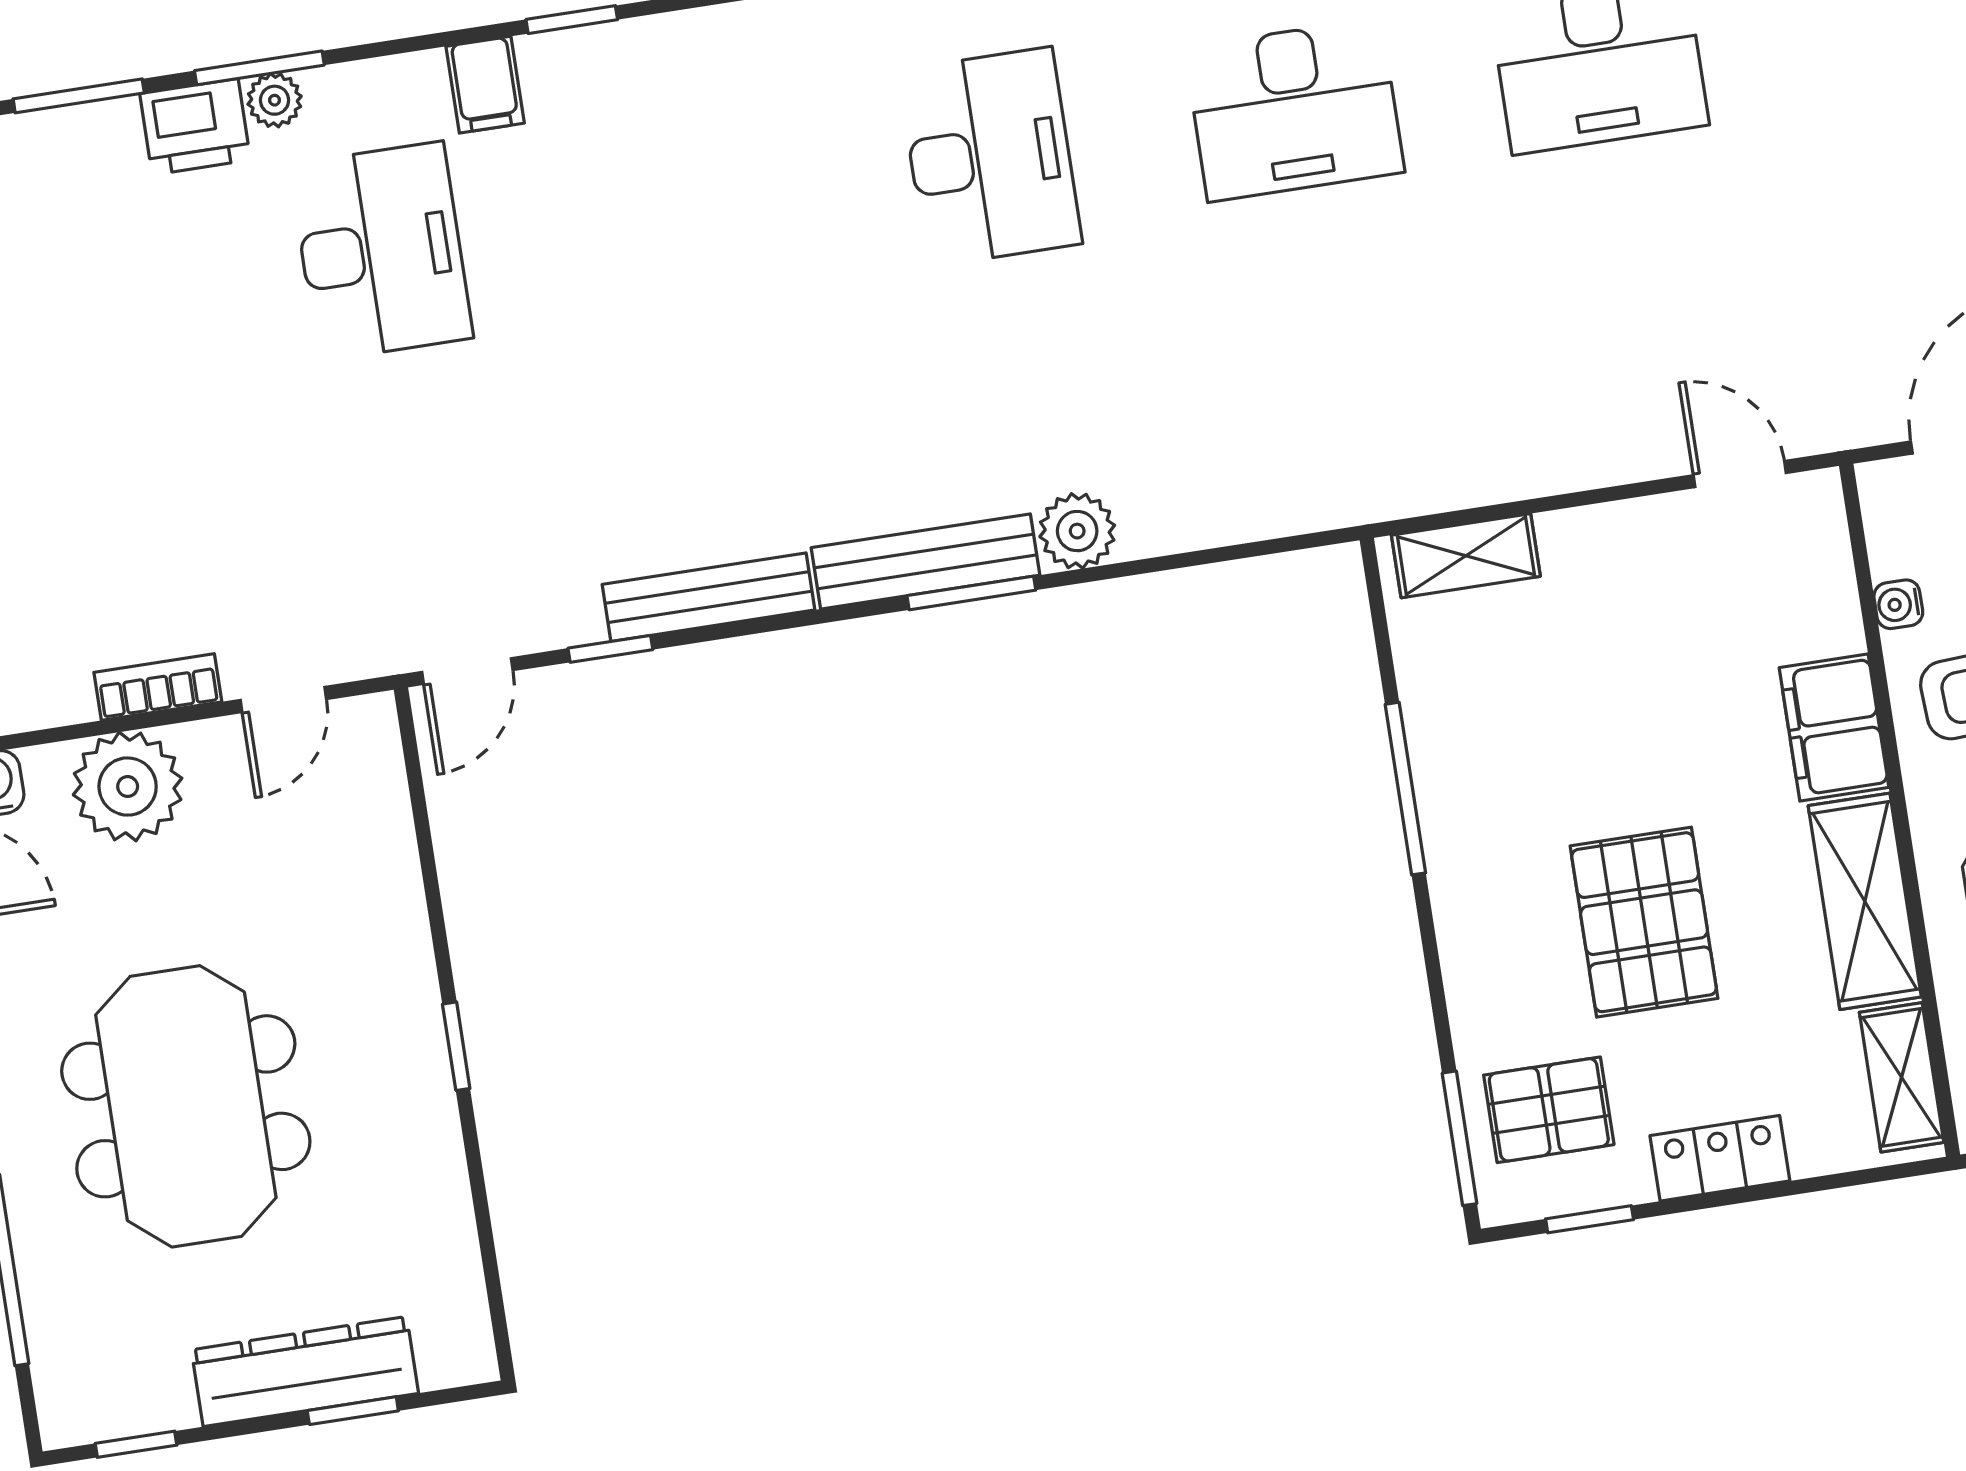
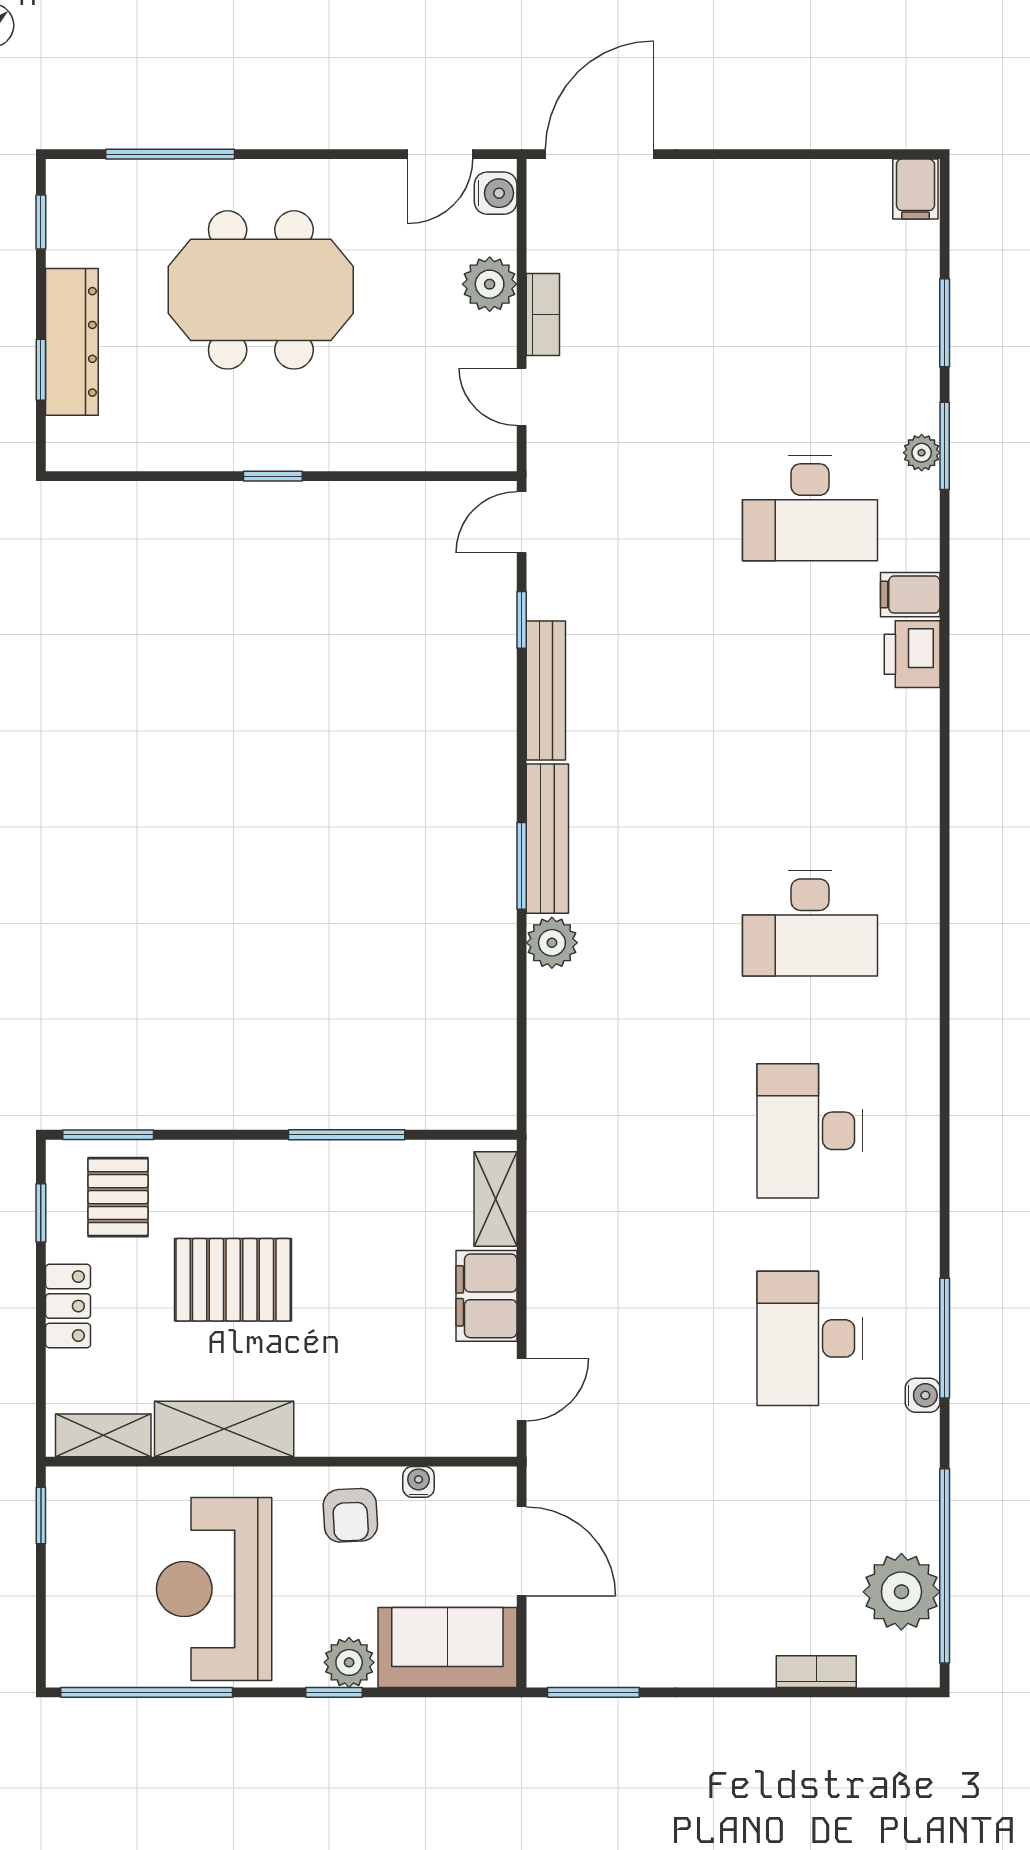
window: (572, 20) -> (945, 659), removed
printer: (195, 127) -> (912, 654), moved
door: (467, 671) -> (522, 522), hinge flipped
filing cabinet: (1834, 728) -> (486, 1296), moved, turned -90
plant: (128, 787) -> (490, 284), width x0.73, depth x0.73

